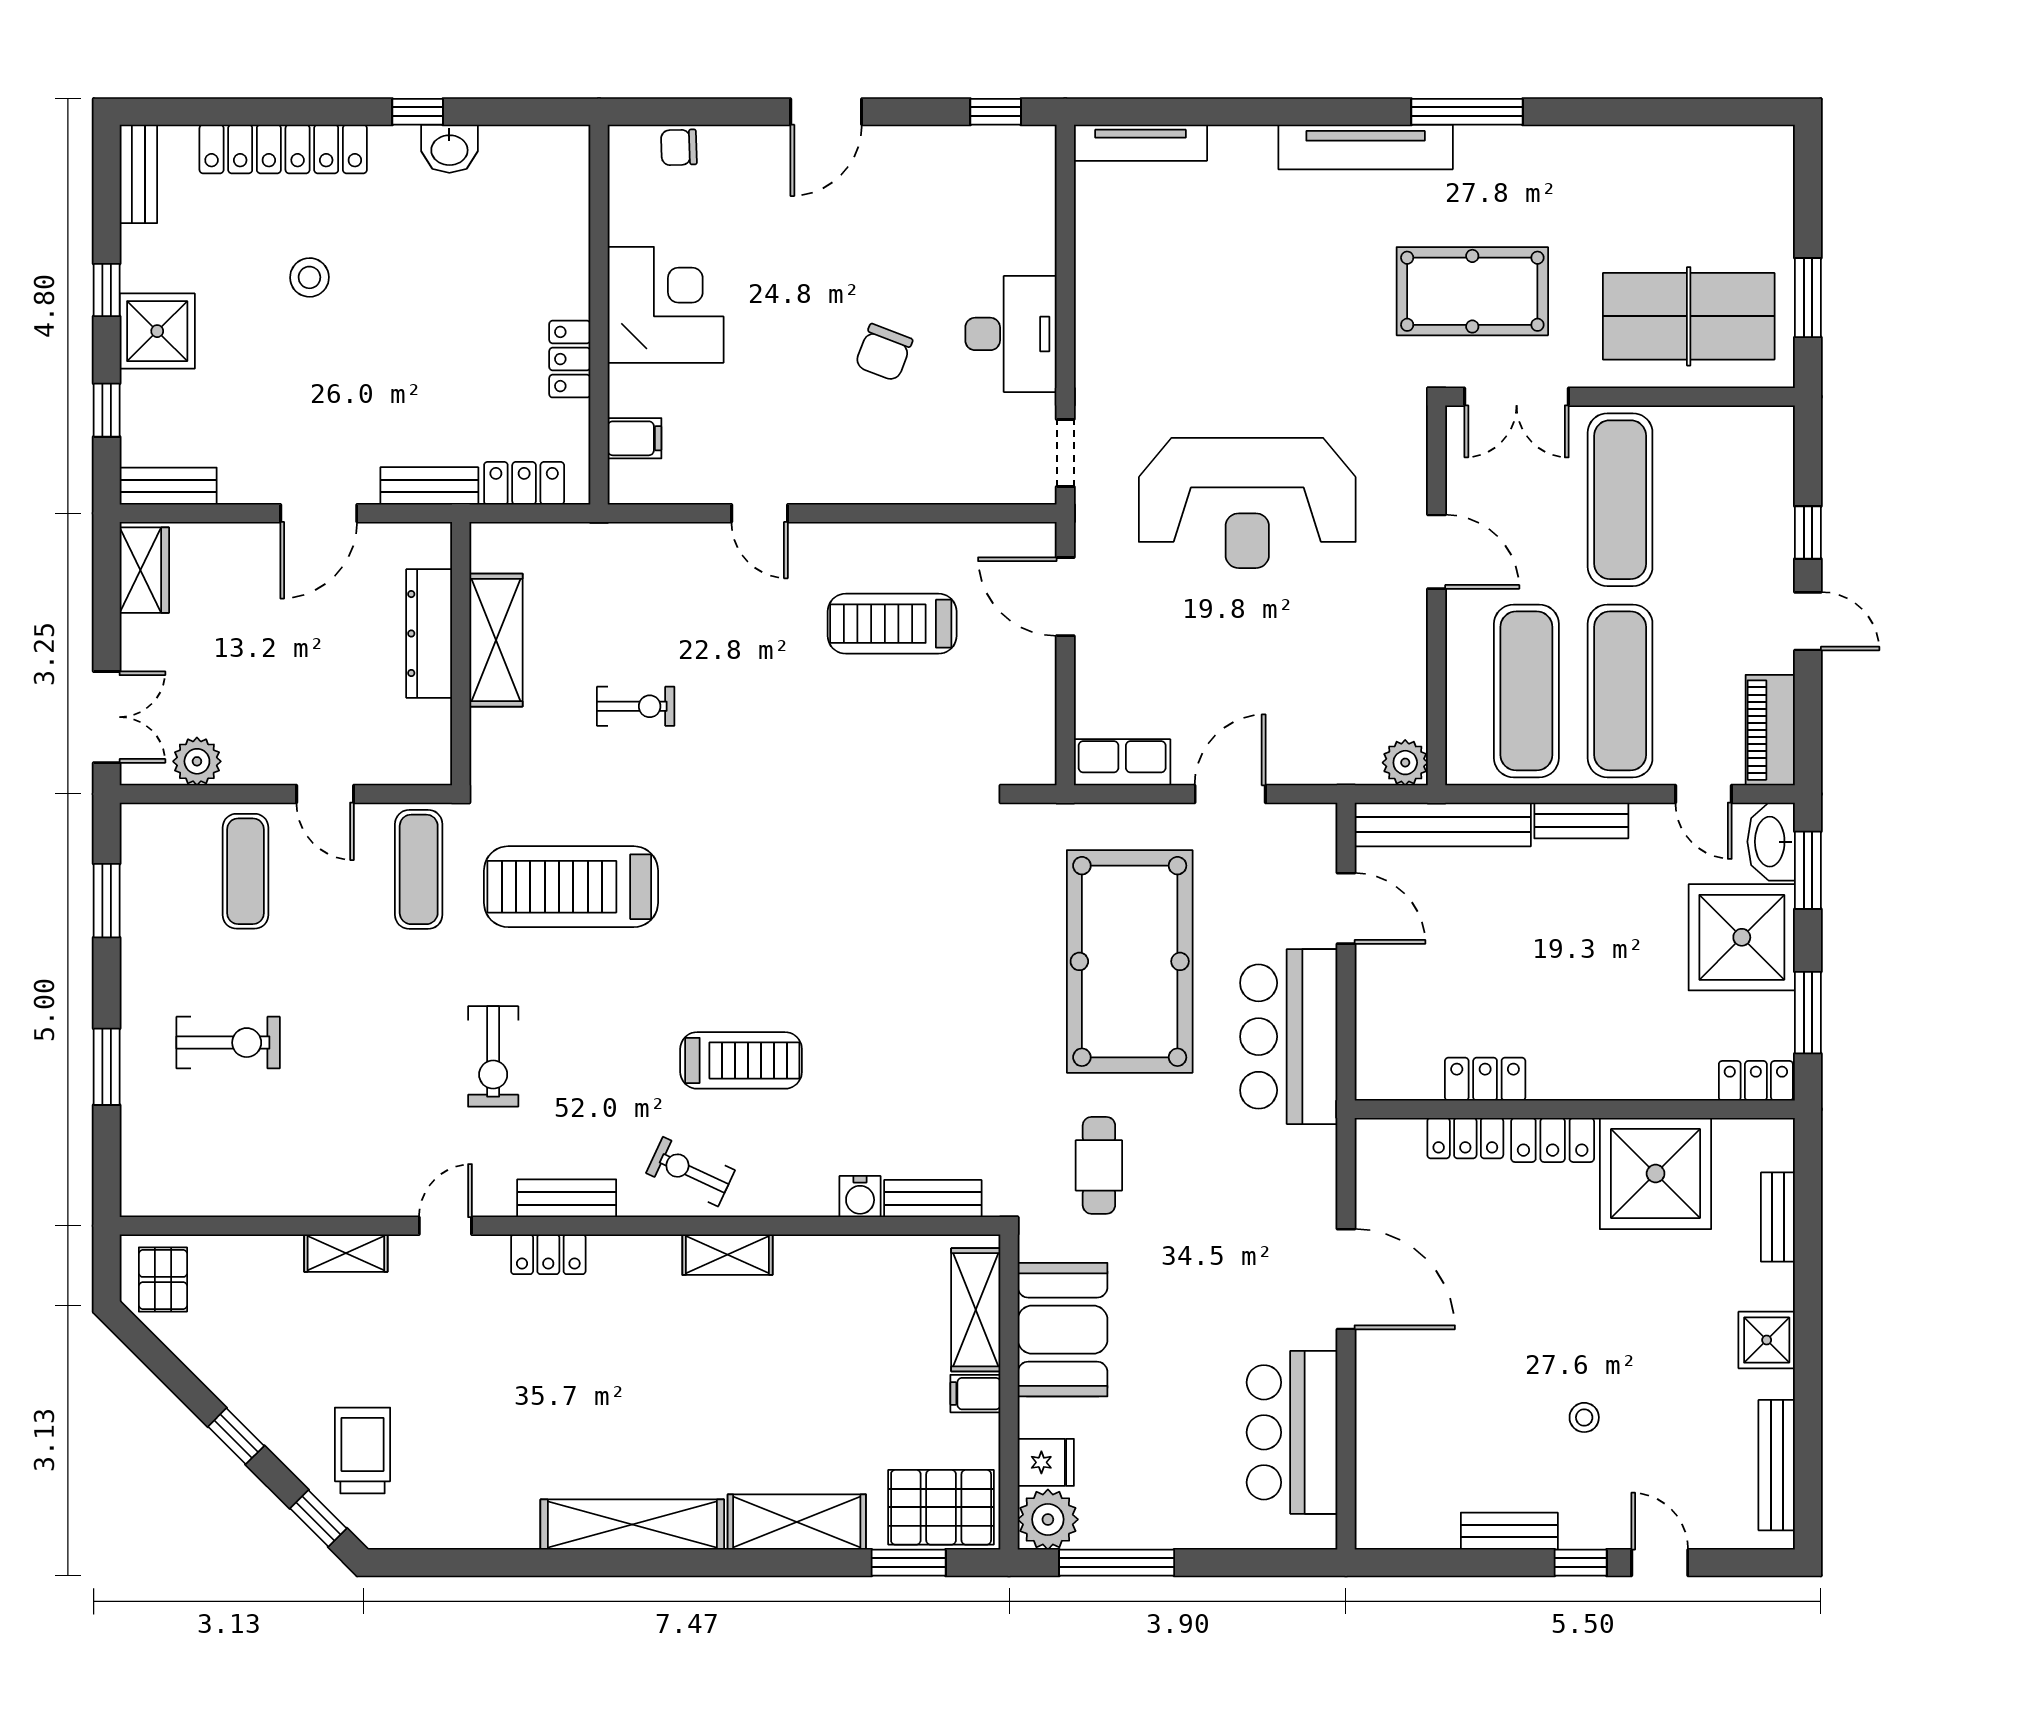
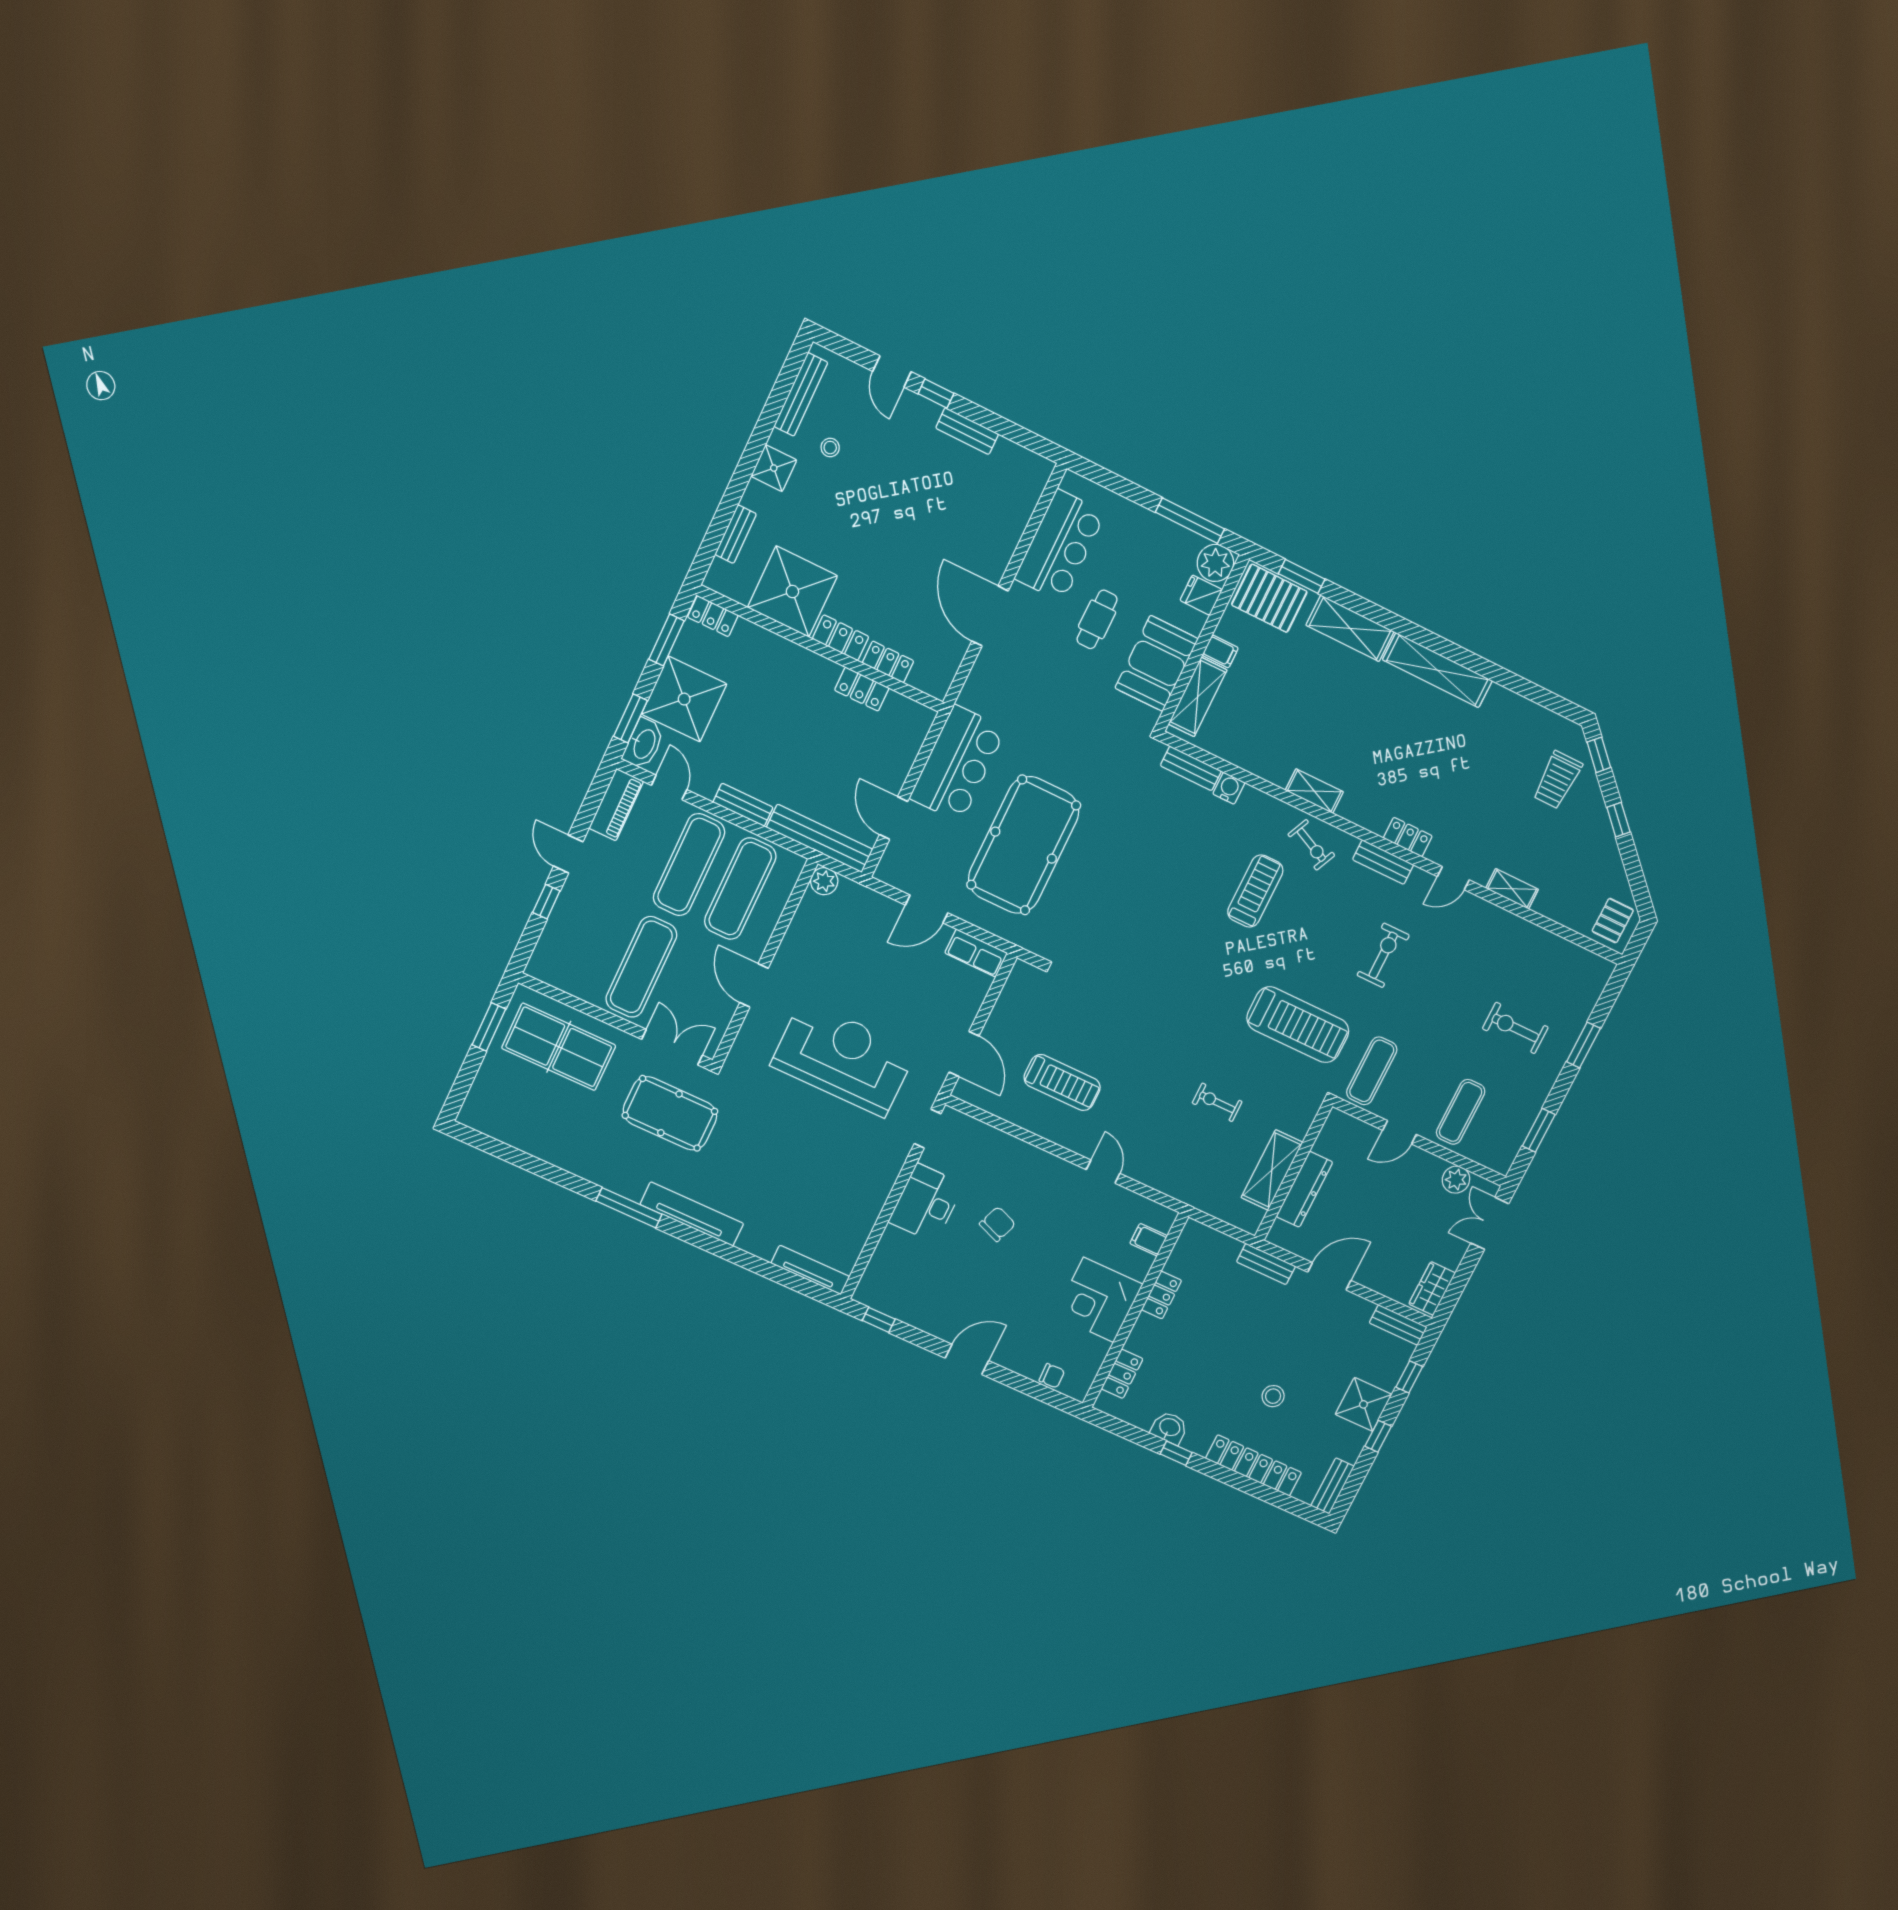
locker: (524, 483) -> (1122, 1374), moved, turned -90
door: (325, 794) -> (1400, 1132), swing flipped
treadmill: (741, 1060) -> (1255, 891), turned 90
cafe table: (1099, 1165) -> (1097, 619), moved
stool: (1584, 1417) -> (830, 448), moved

